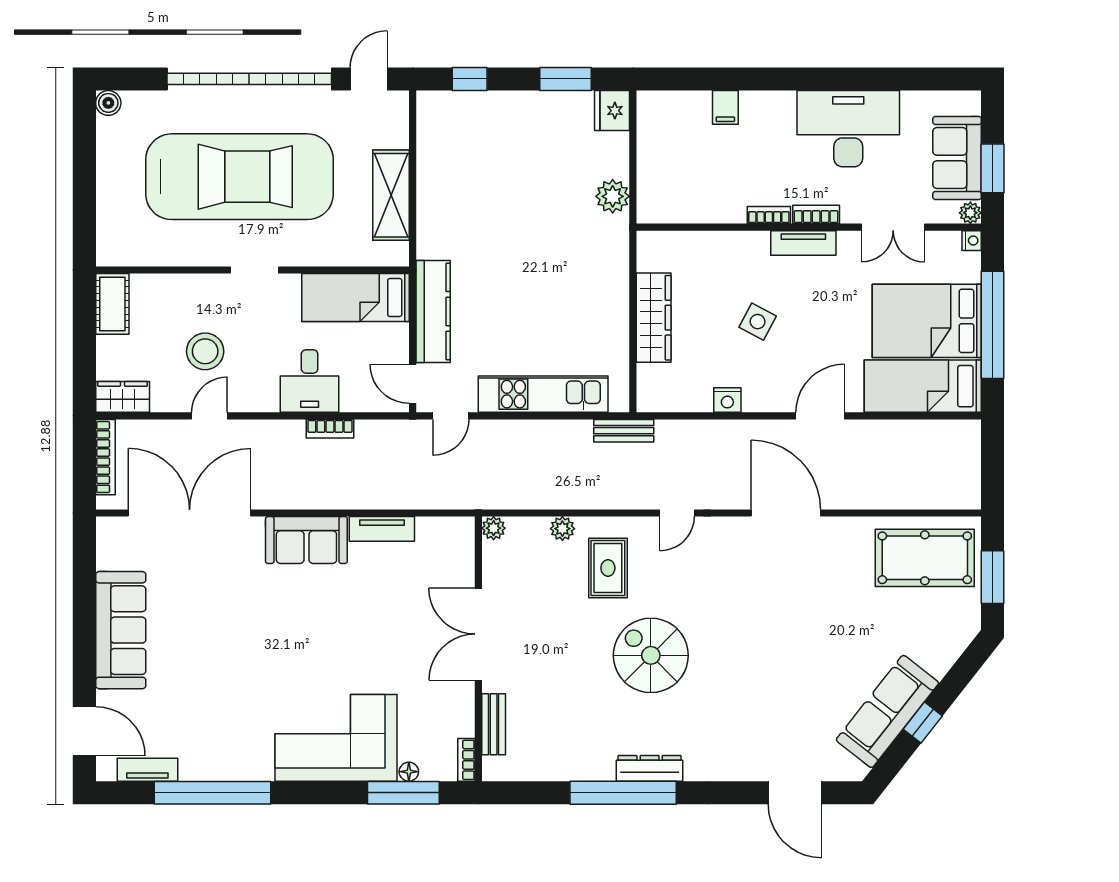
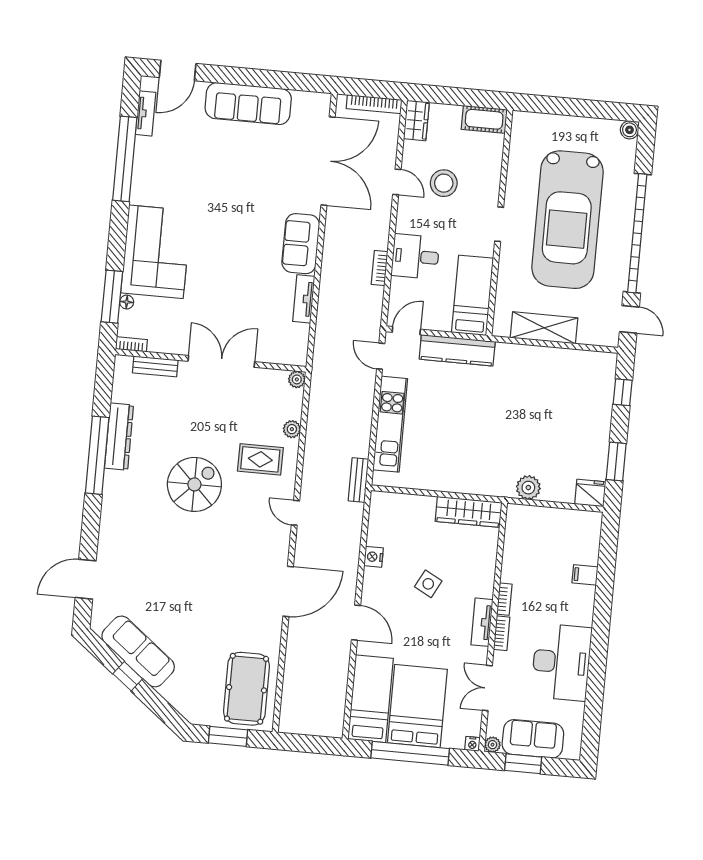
wardrobe: (654, 318) -> (469, 512), moved
dresser: (650, 768) -> (119, 437), moved, width x1.37, depth x1.24

